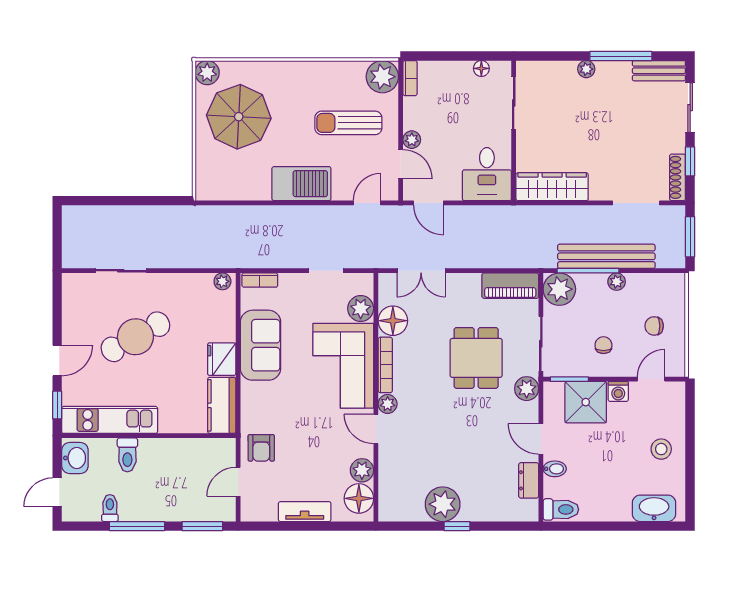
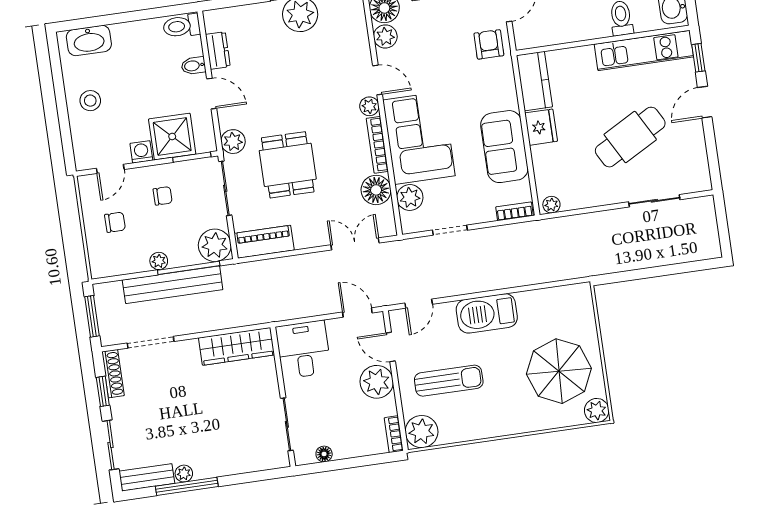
plant: (586, 69) -> (184, 474), moved
plant: (412, 140) -> (377, 382), width x1.88, depth x1.88
chair: (603, 345) -> (163, 196), turned -90

